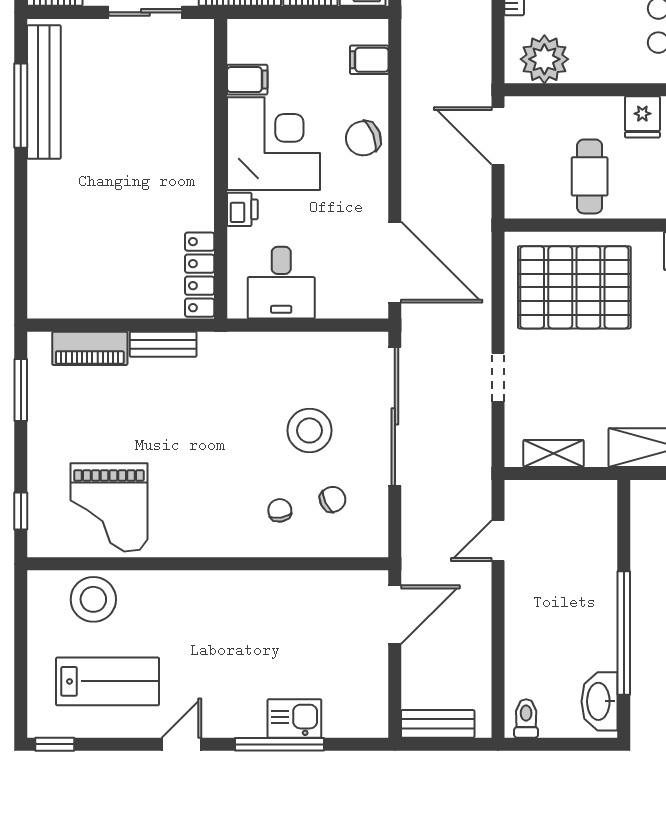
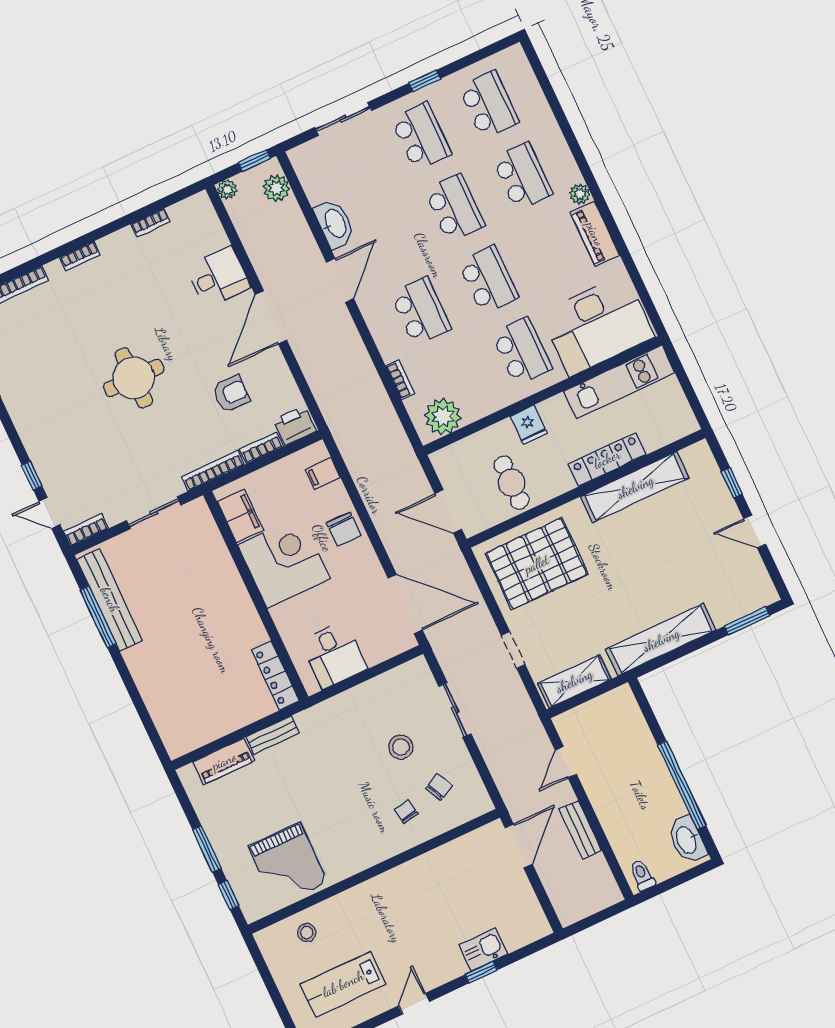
filing cabinet: (247, 80) -> (240, 516), width x2.00
door: (498, 136) -> (448, 511), moved
chair: (363, 138) -> (344, 529), turned -69
printer: (242, 209) -> (284, 617), removed
window: (21, 390) -> (207, 849), moved
sliding door: (395, 416) -> (455, 710), width x0.54
stool: (310, 430) -> (401, 747), width x0.73, depth x0.73
shelving: (554, 454) -> (574, 681), width x1.50, depth x1.33
stool: (93, 599) -> (307, 933), width x0.53, depth x0.53
lab bench: (108, 681) -> (343, 984), turned 180
bench: (438, 724) -> (580, 830), moved, turned 90
window: (279, 744) -> (481, 972), width x0.46

